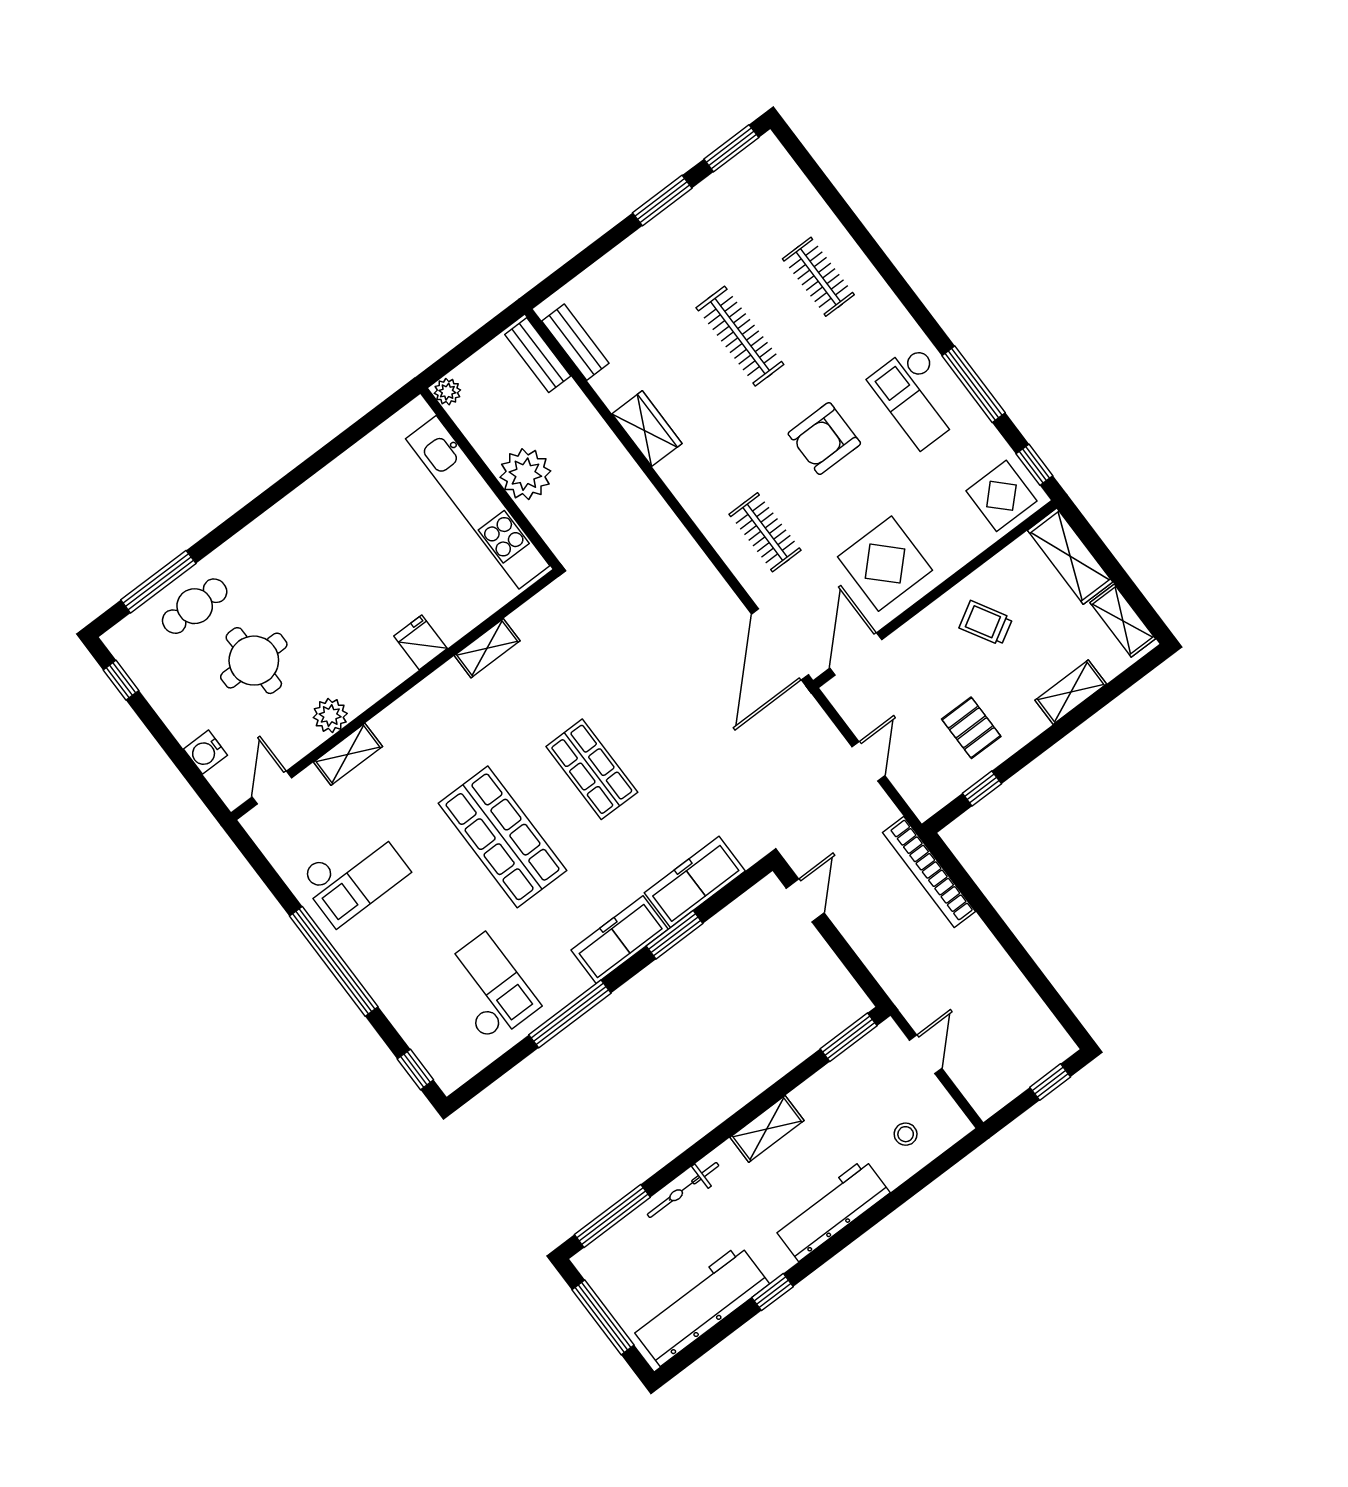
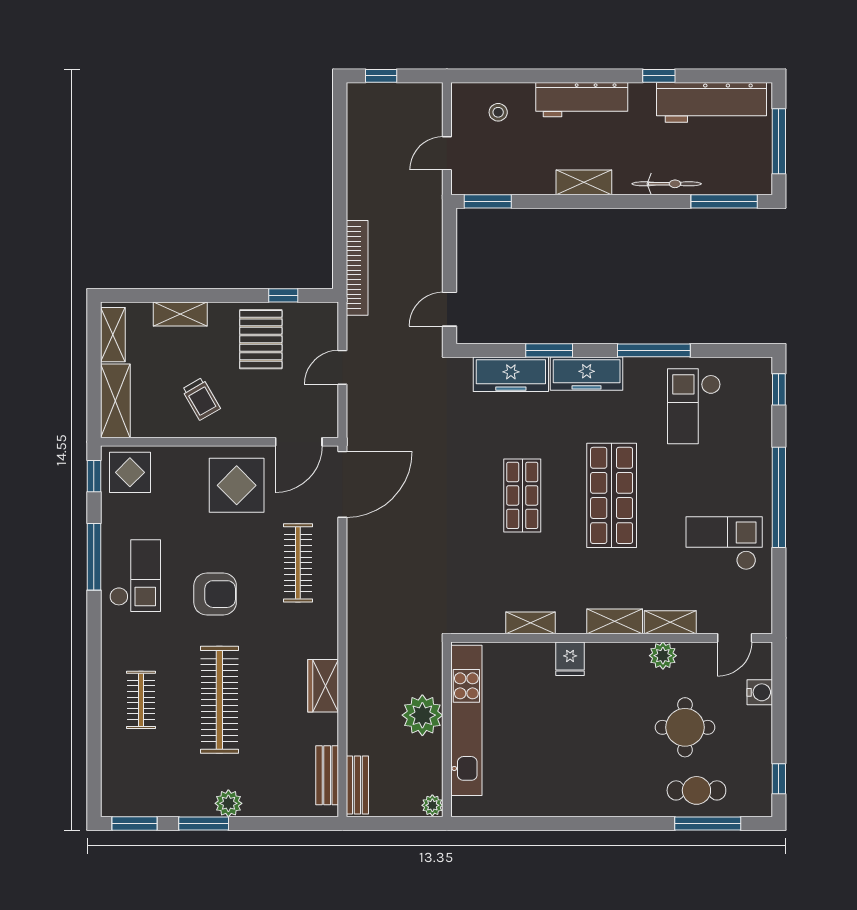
plant: (653, 239) -> (228, 803), added
clothes rail: (740, 336) -> (219, 700), width x1.37, depth x1.31
clothes rail: (765, 532) -> (298, 563), width x1.36
shelving: (404, 713) -> (615, 621), added
pallet: (971, 728) -> (261, 339), width x1.50, depth x1.42

